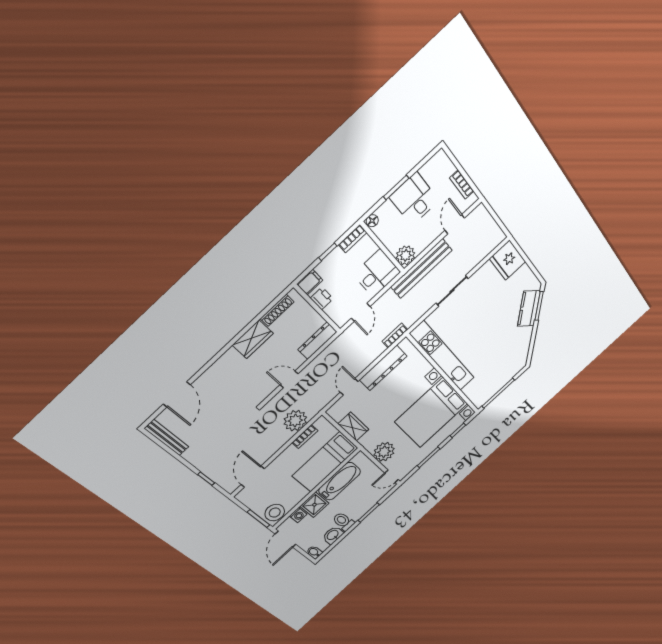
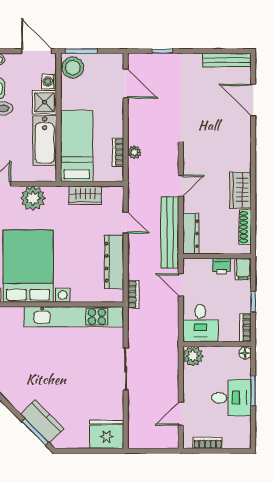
door: (455, 224) -> (181, 414), swing flipped
bench: (421, 268) -> (170, 232), moved
plant: (295, 421) -> (134, 152), width x0.53, depth x0.53

